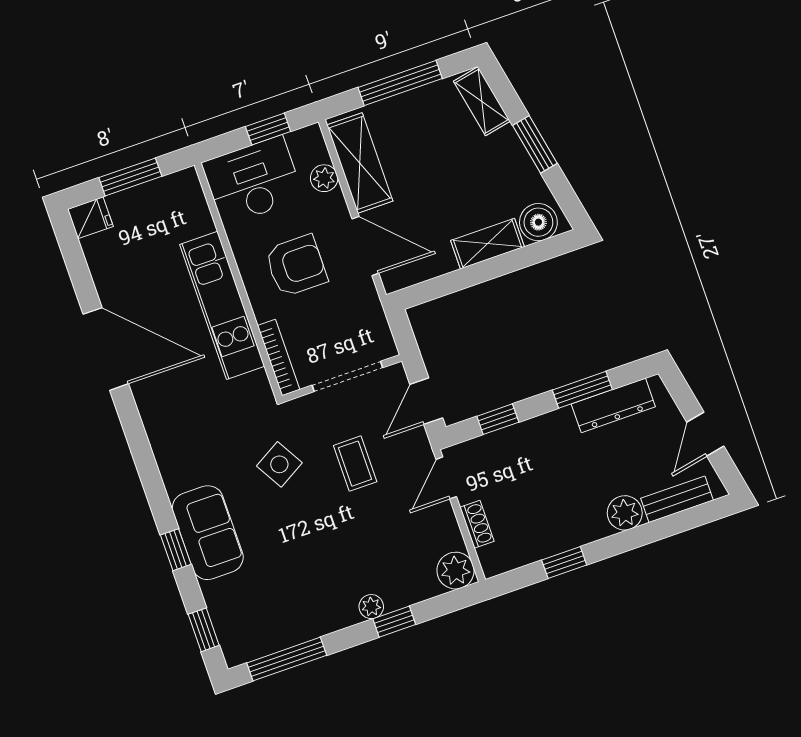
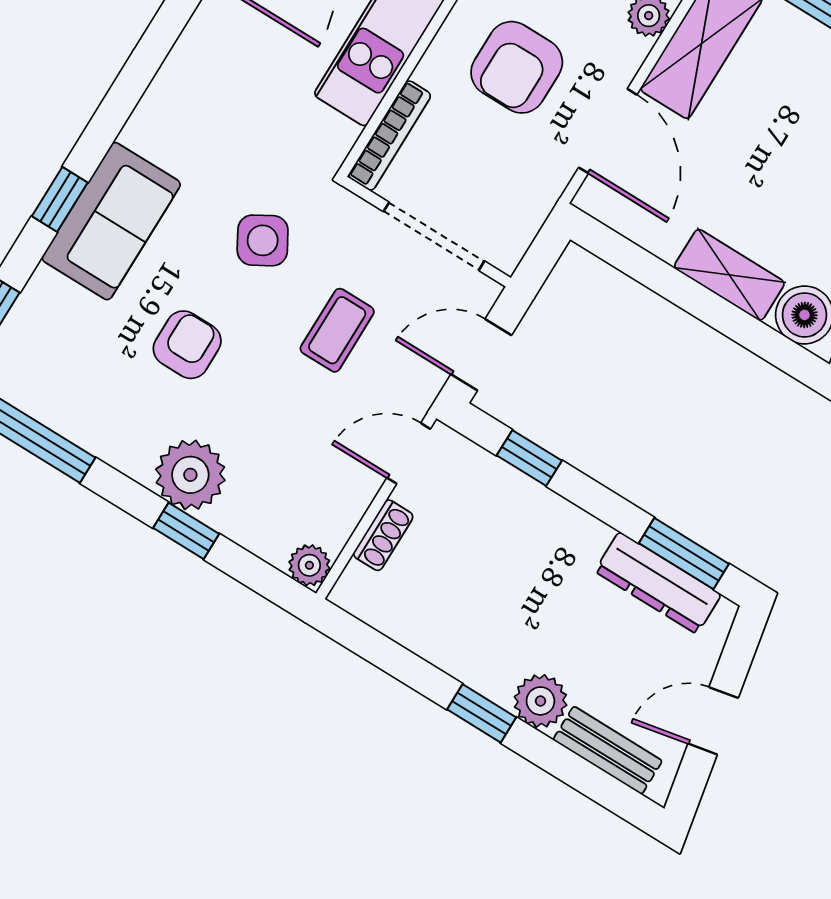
armchair: (296, 266) -> (517, 67), turned 90
window: (582, 390) -> (684, 553), moved
armchair: (301, 545) -> (187, 345), added
window: (564, 562) -> (482, 713), moved
plant: (456, 571) -> (309, 565), width x0.73, depth x0.73
plant: (371, 607) -> (190, 475), width x1.88, depth x1.88

